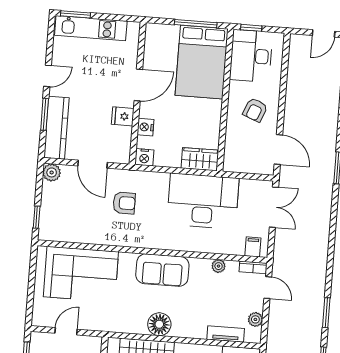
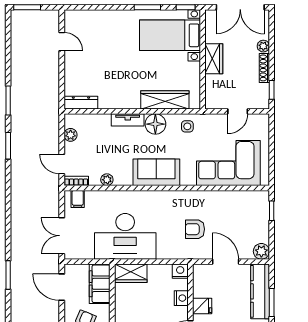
filing cabinet: (236, 150) -> (100, 284), added
side table: (124, 319) -> (187, 126), added
tv unit: (226, 334) -> (128, 120), moved

